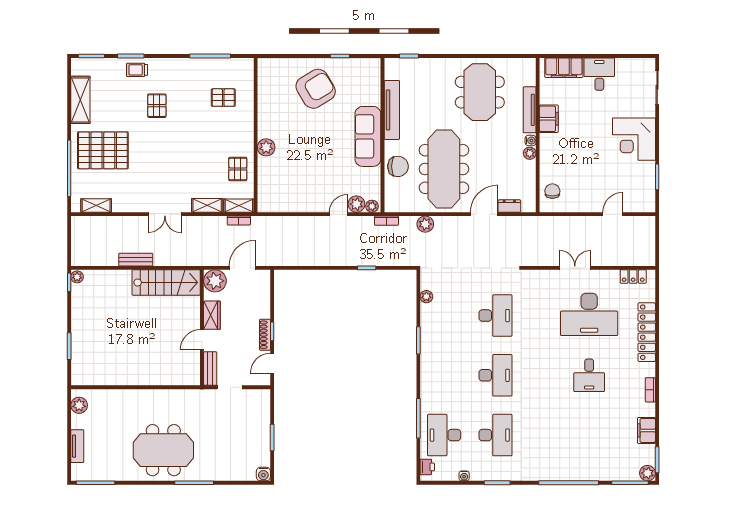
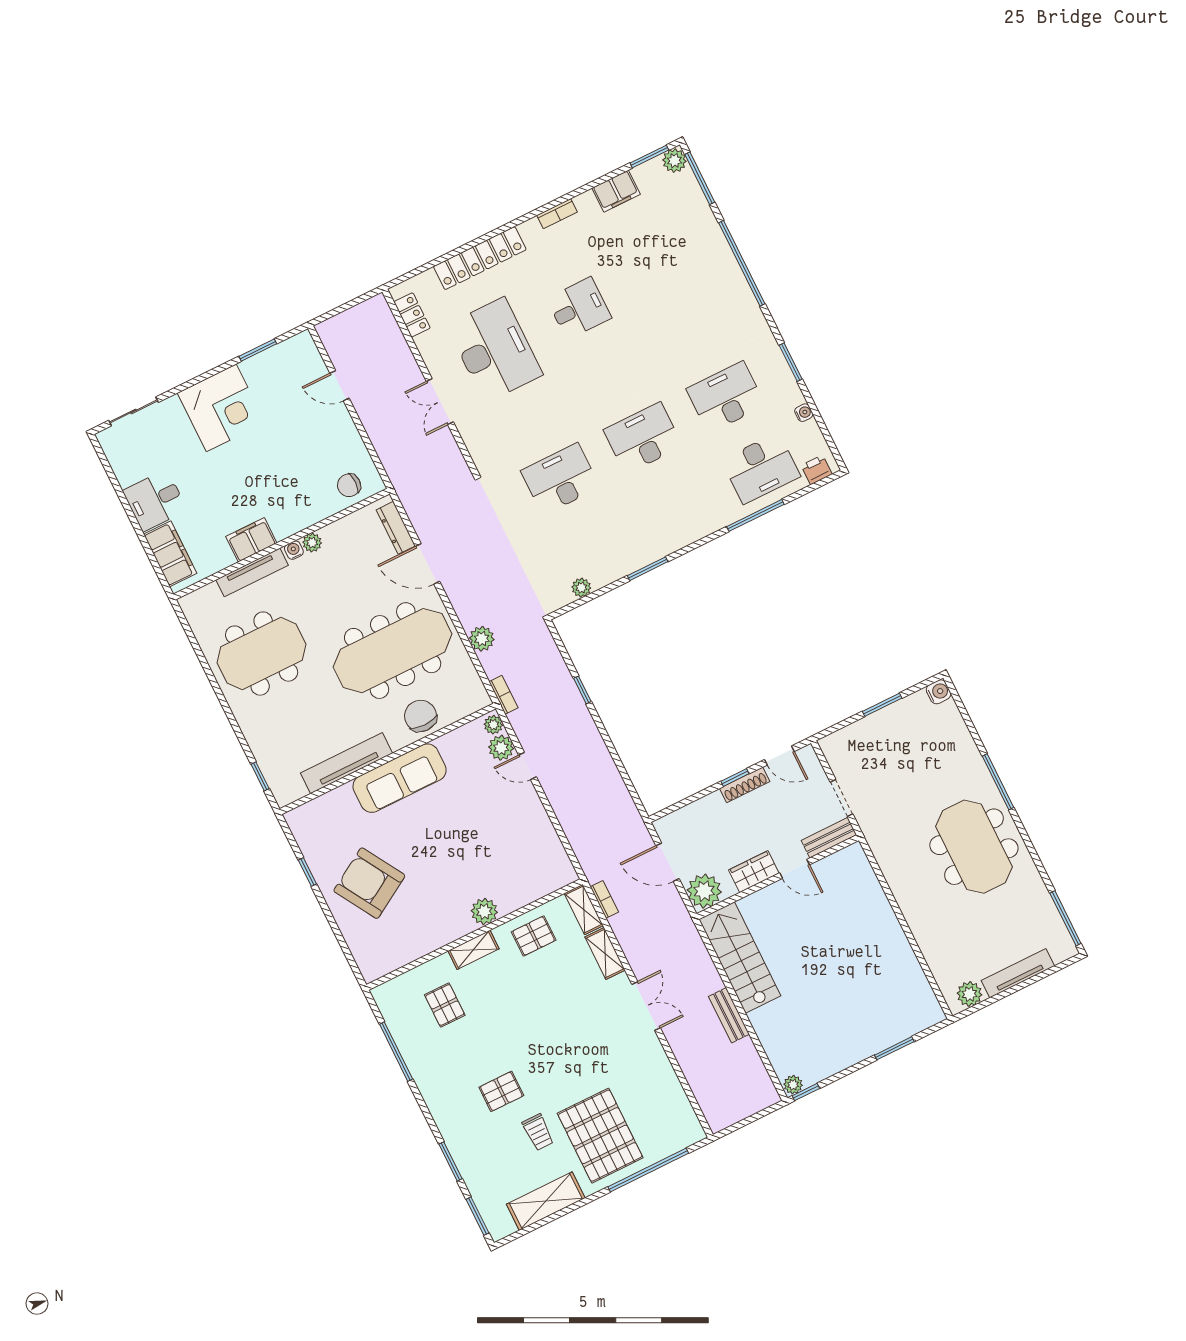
trolley: (137, 70) -> (538, 1132), moved
shelving: (96, 206) -> (473, 950), moved, turned 90
dresser: (509, 206) -> (396, 528), width x1.44
tv unit: (77, 446) -> (1018, 973), width x1.41

